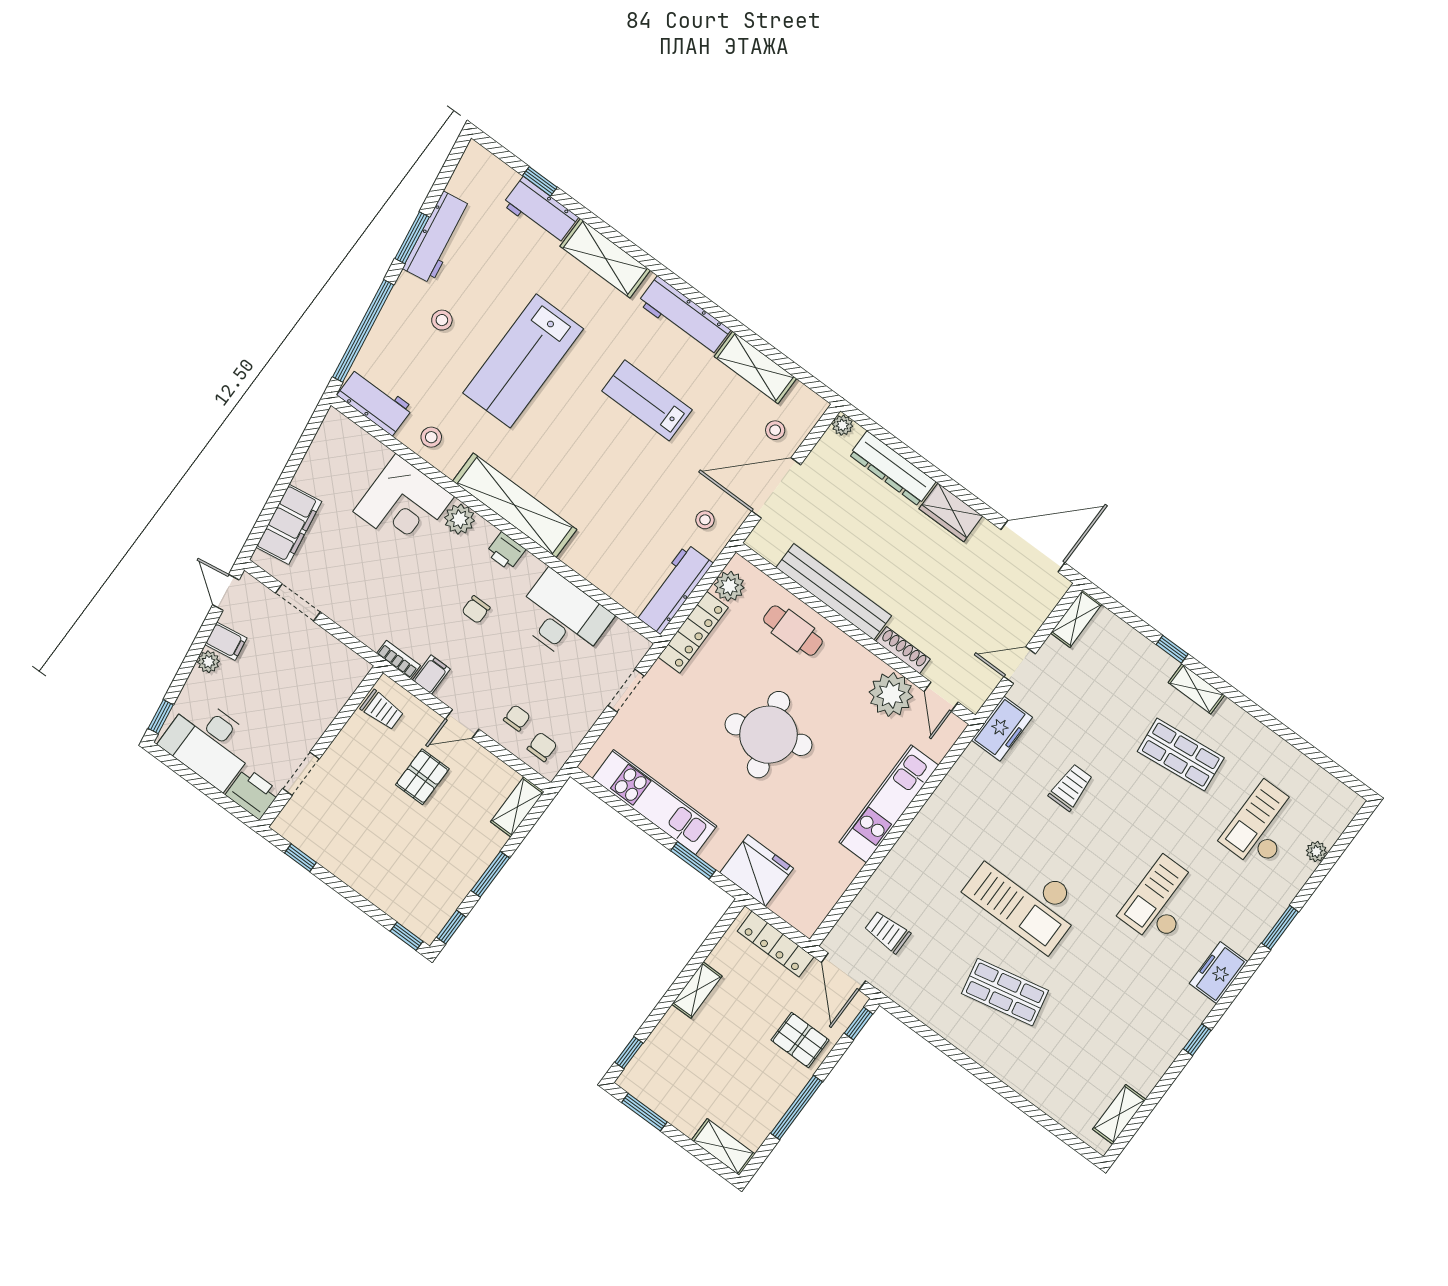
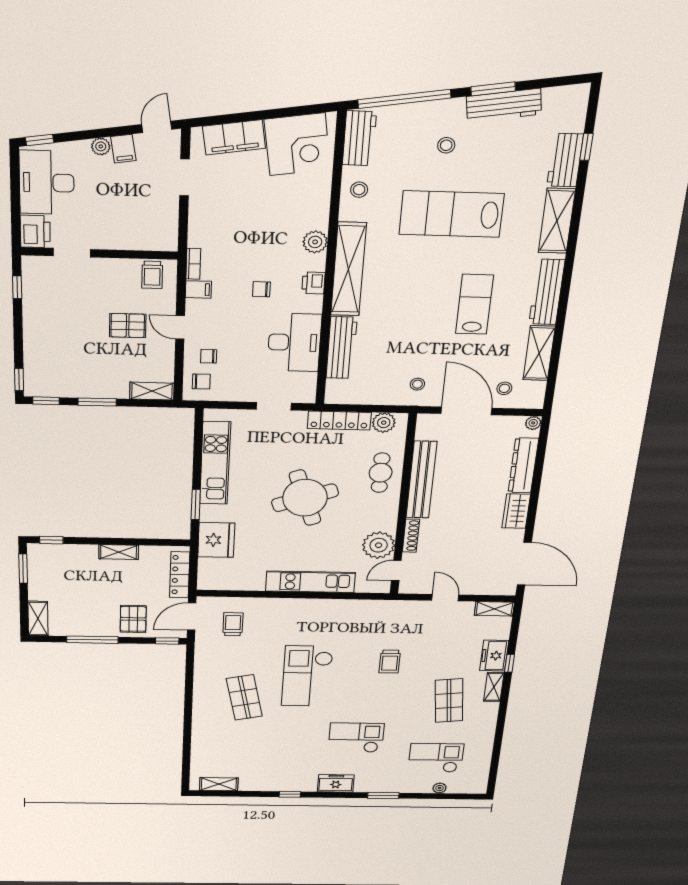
corner desk: (404, 504) -> (297, 144), moved, turned -99
workbench: (674, 589) -> (341, 348), moved, turned 90
chair: (517, 718) -> (209, 356), turned 180
freezer: (1002, 729) -> (494, 656), moved, turned 90
trolley: (1071, 787) -> (390, 662), turned 90

